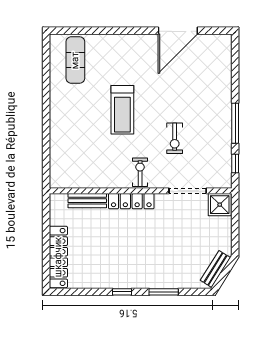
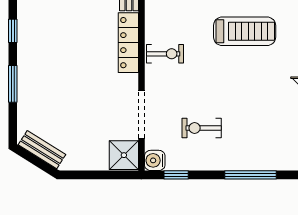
treadmill: (122, 110) -> (245, 31), turned 180
window: (235, 123) -> (251, 175), moved
exercise bike: (175, 138) -> (202, 128), moved
water cooler: (224, 180) -> (155, 160), added

